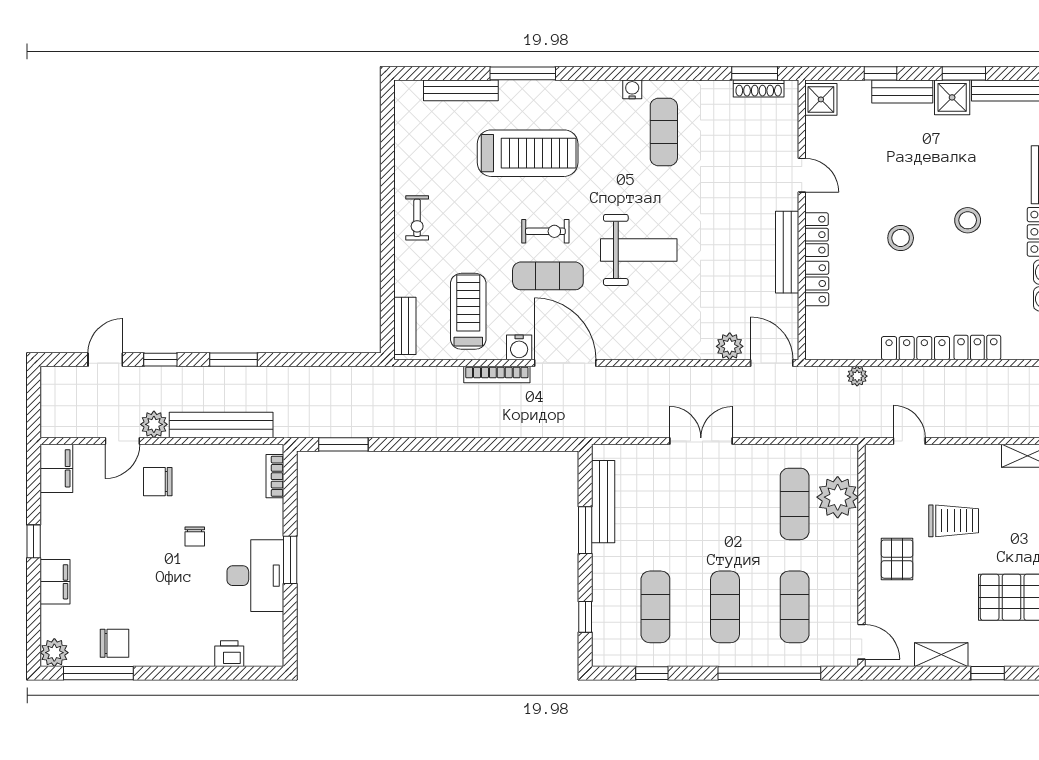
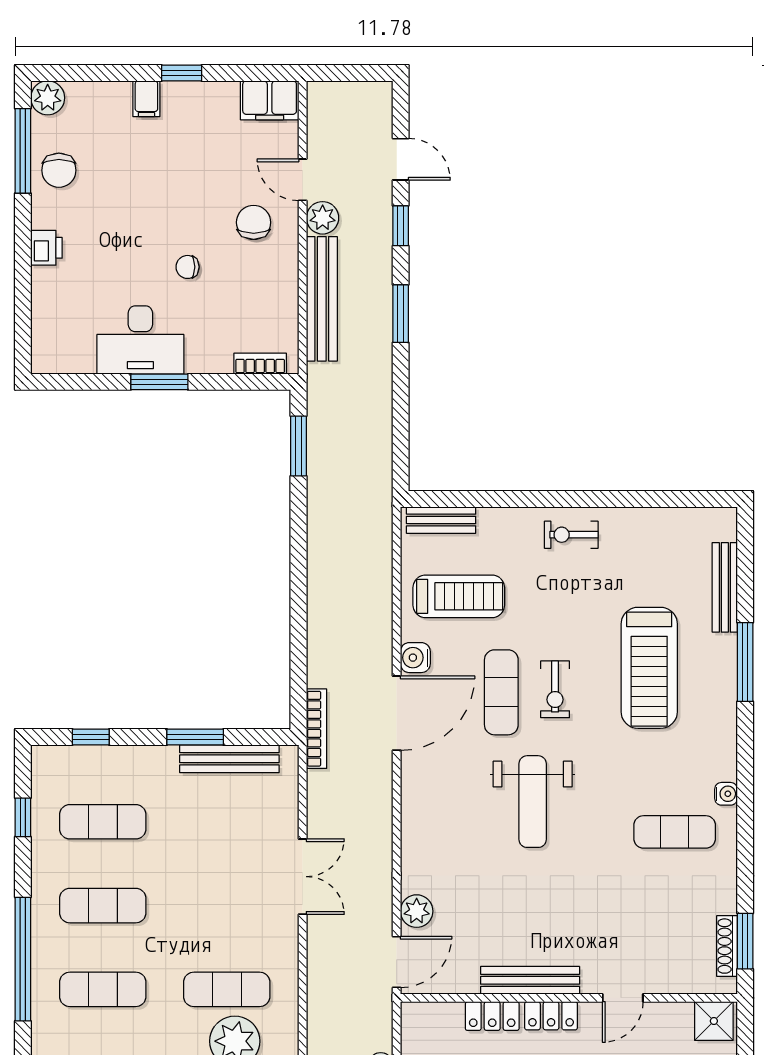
bookcase: (497, 375) -> (316, 729), moved, turned 180
filing cabinet: (55, 582) -> (146, 99), width x0.50
printer: (229, 654) -> (46, 248), moved

